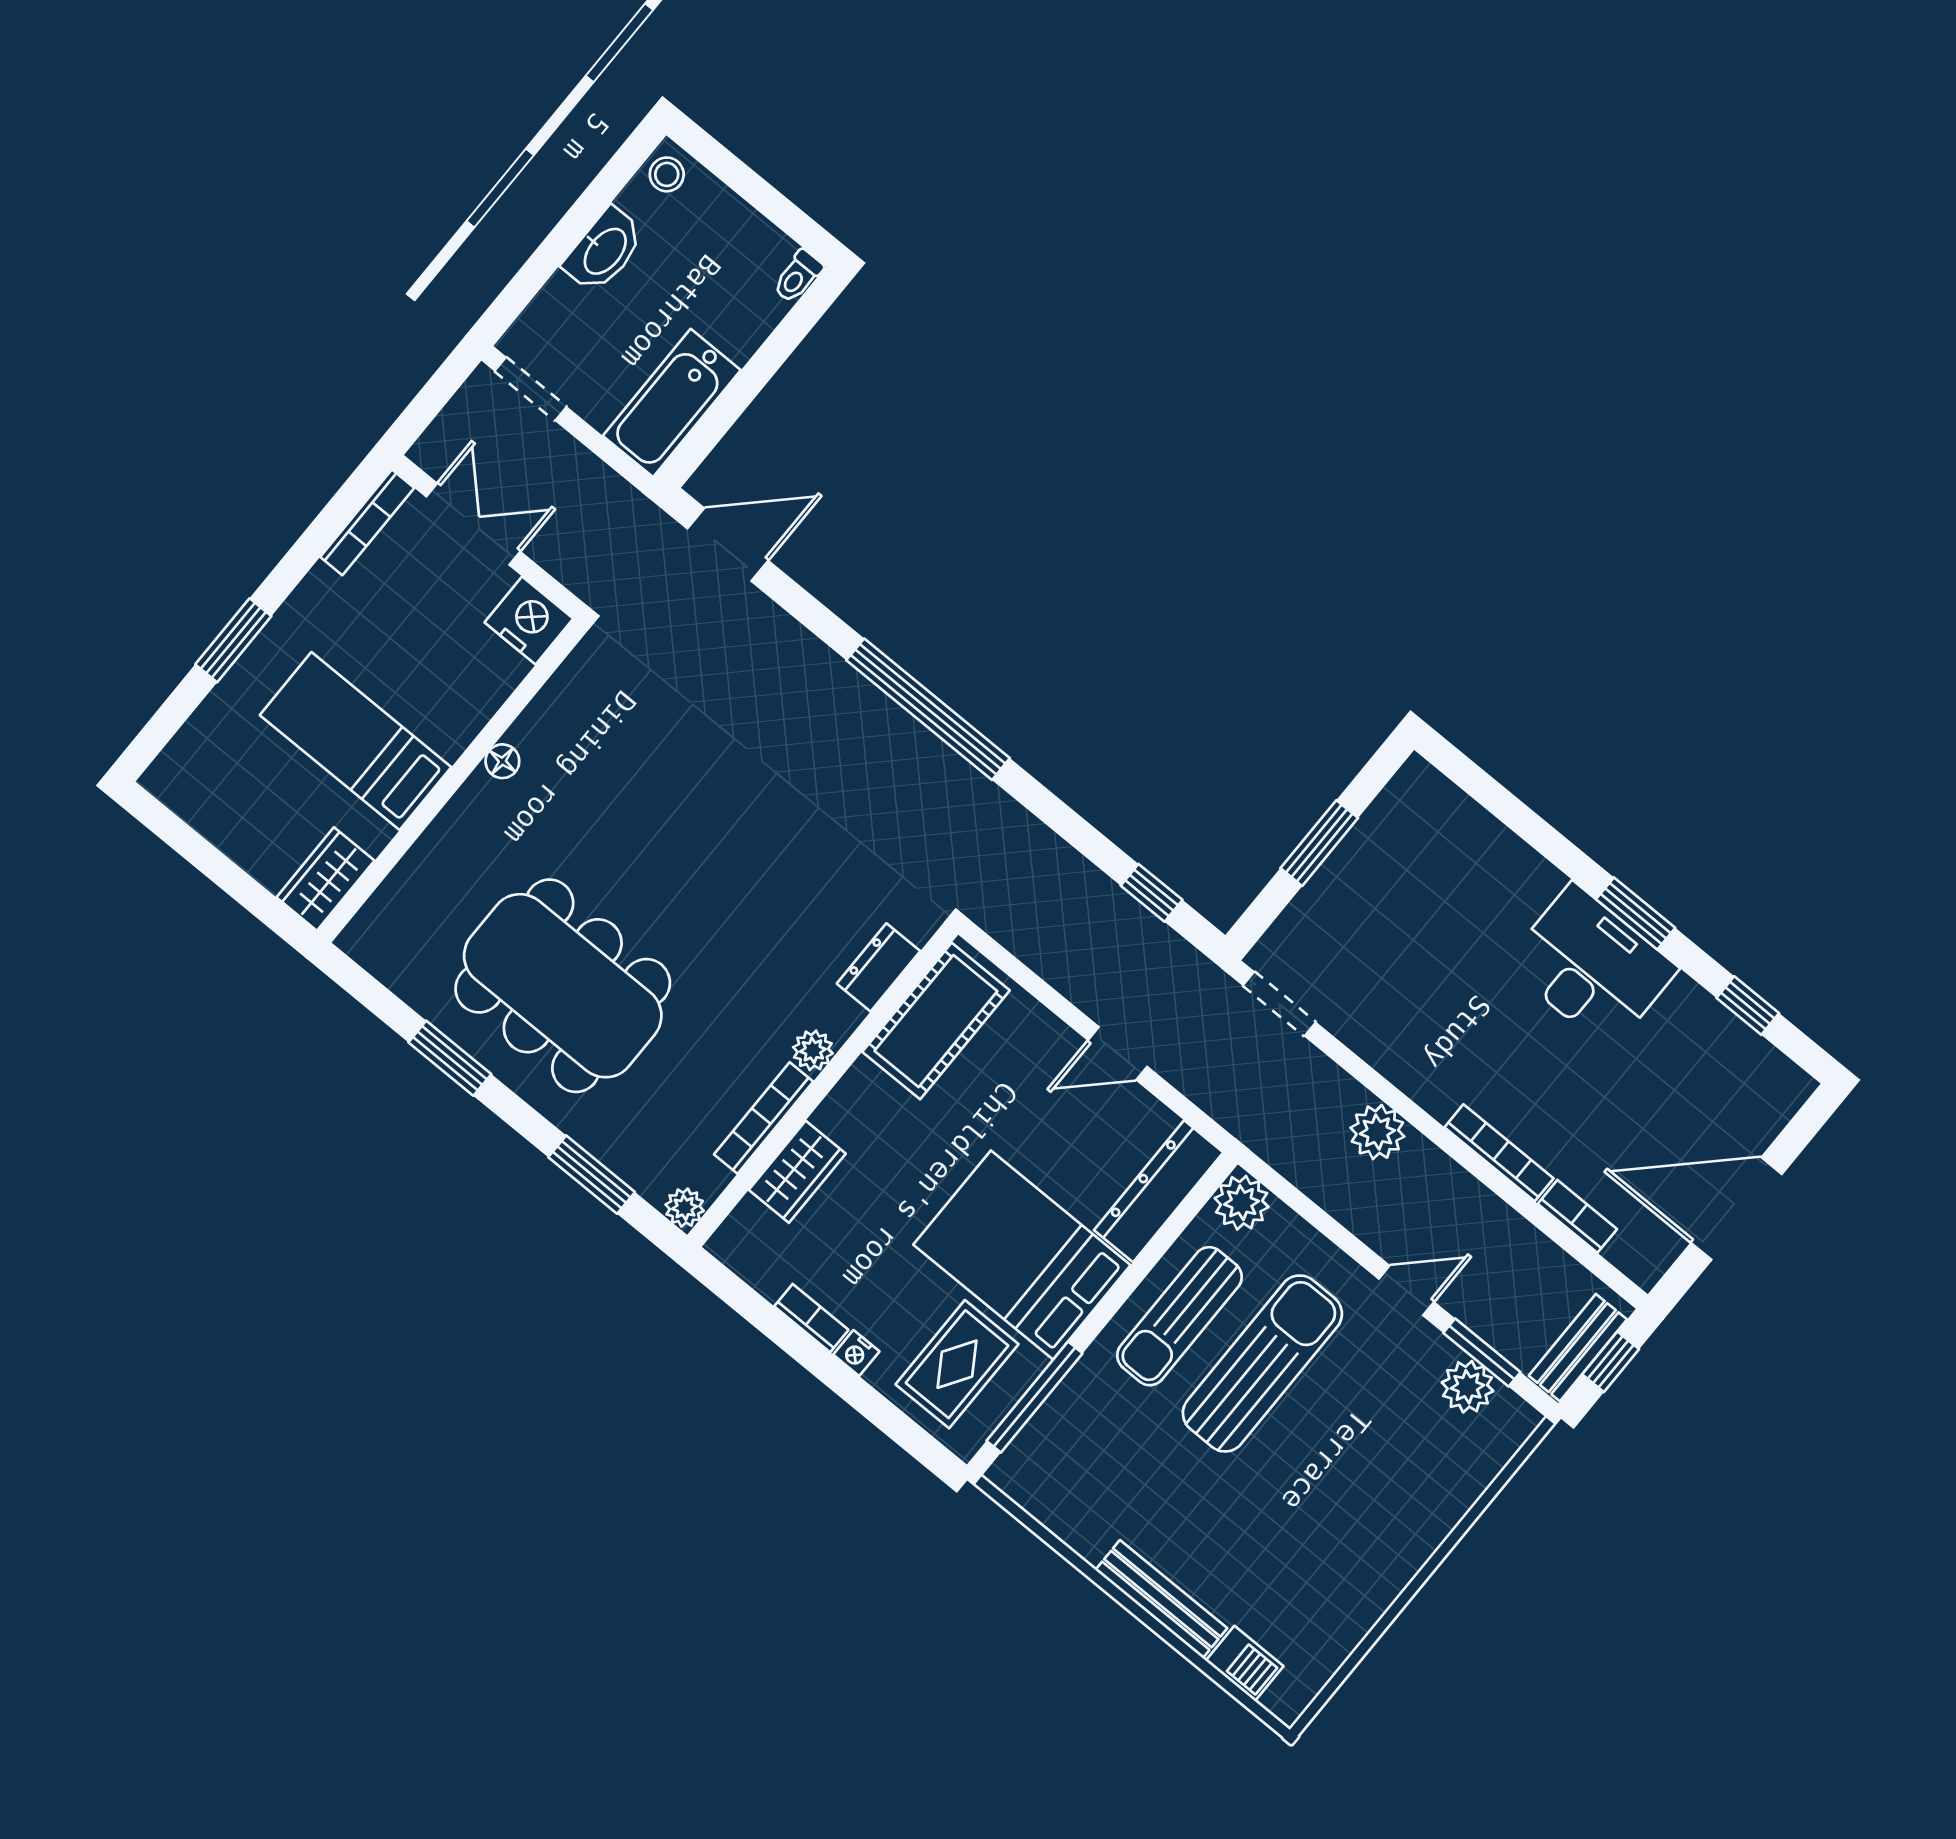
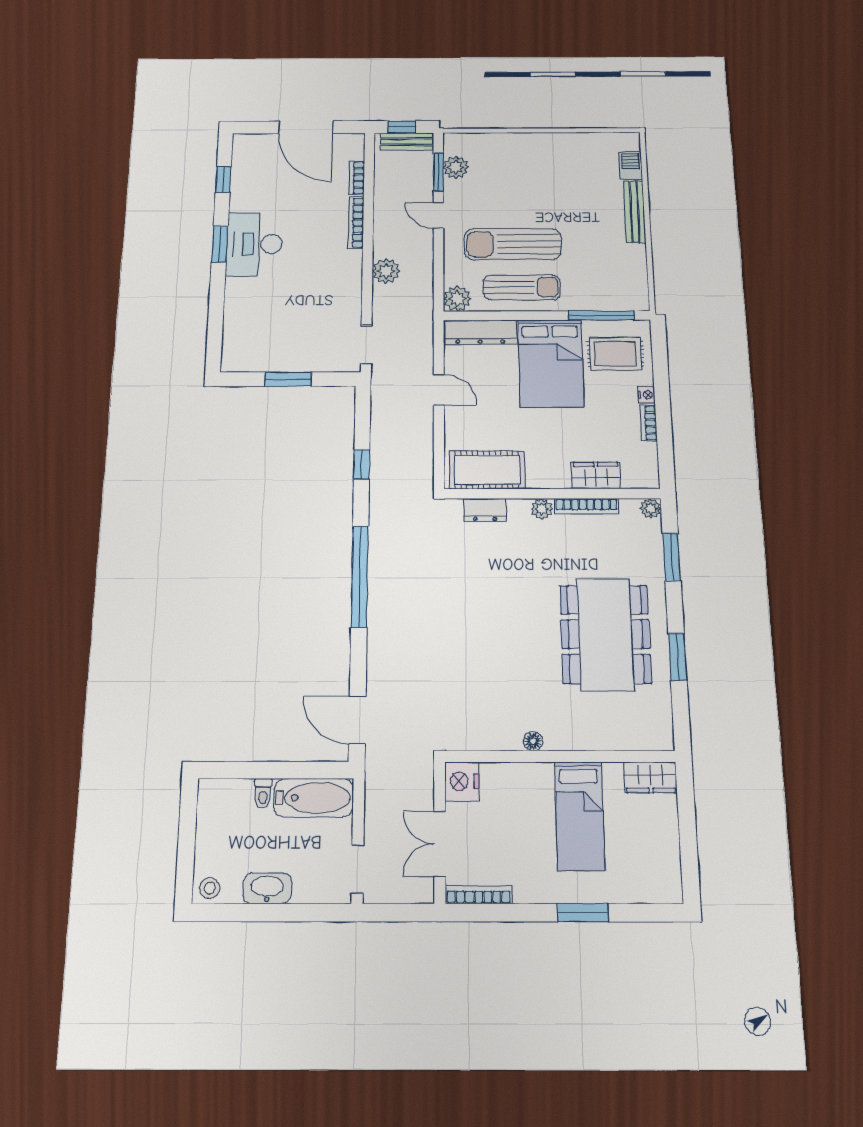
toilet: (798, 276) -> (263, 793), moved, turned 90
window: (1152, 893) -> (362, 465), moved

